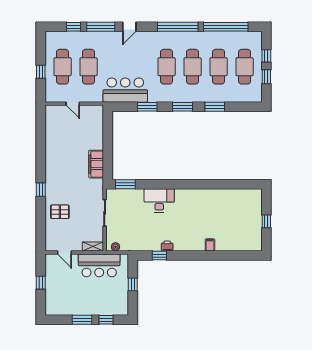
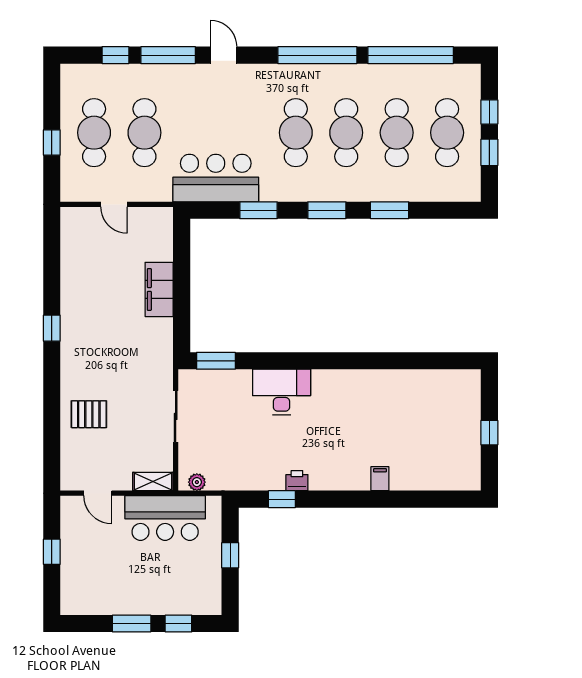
door: (129, 27) -> (224, 55), swing flipped
filing cabinet: (96, 164) -> (159, 289), moved
window: (41, 190) -> (52, 328), moved

